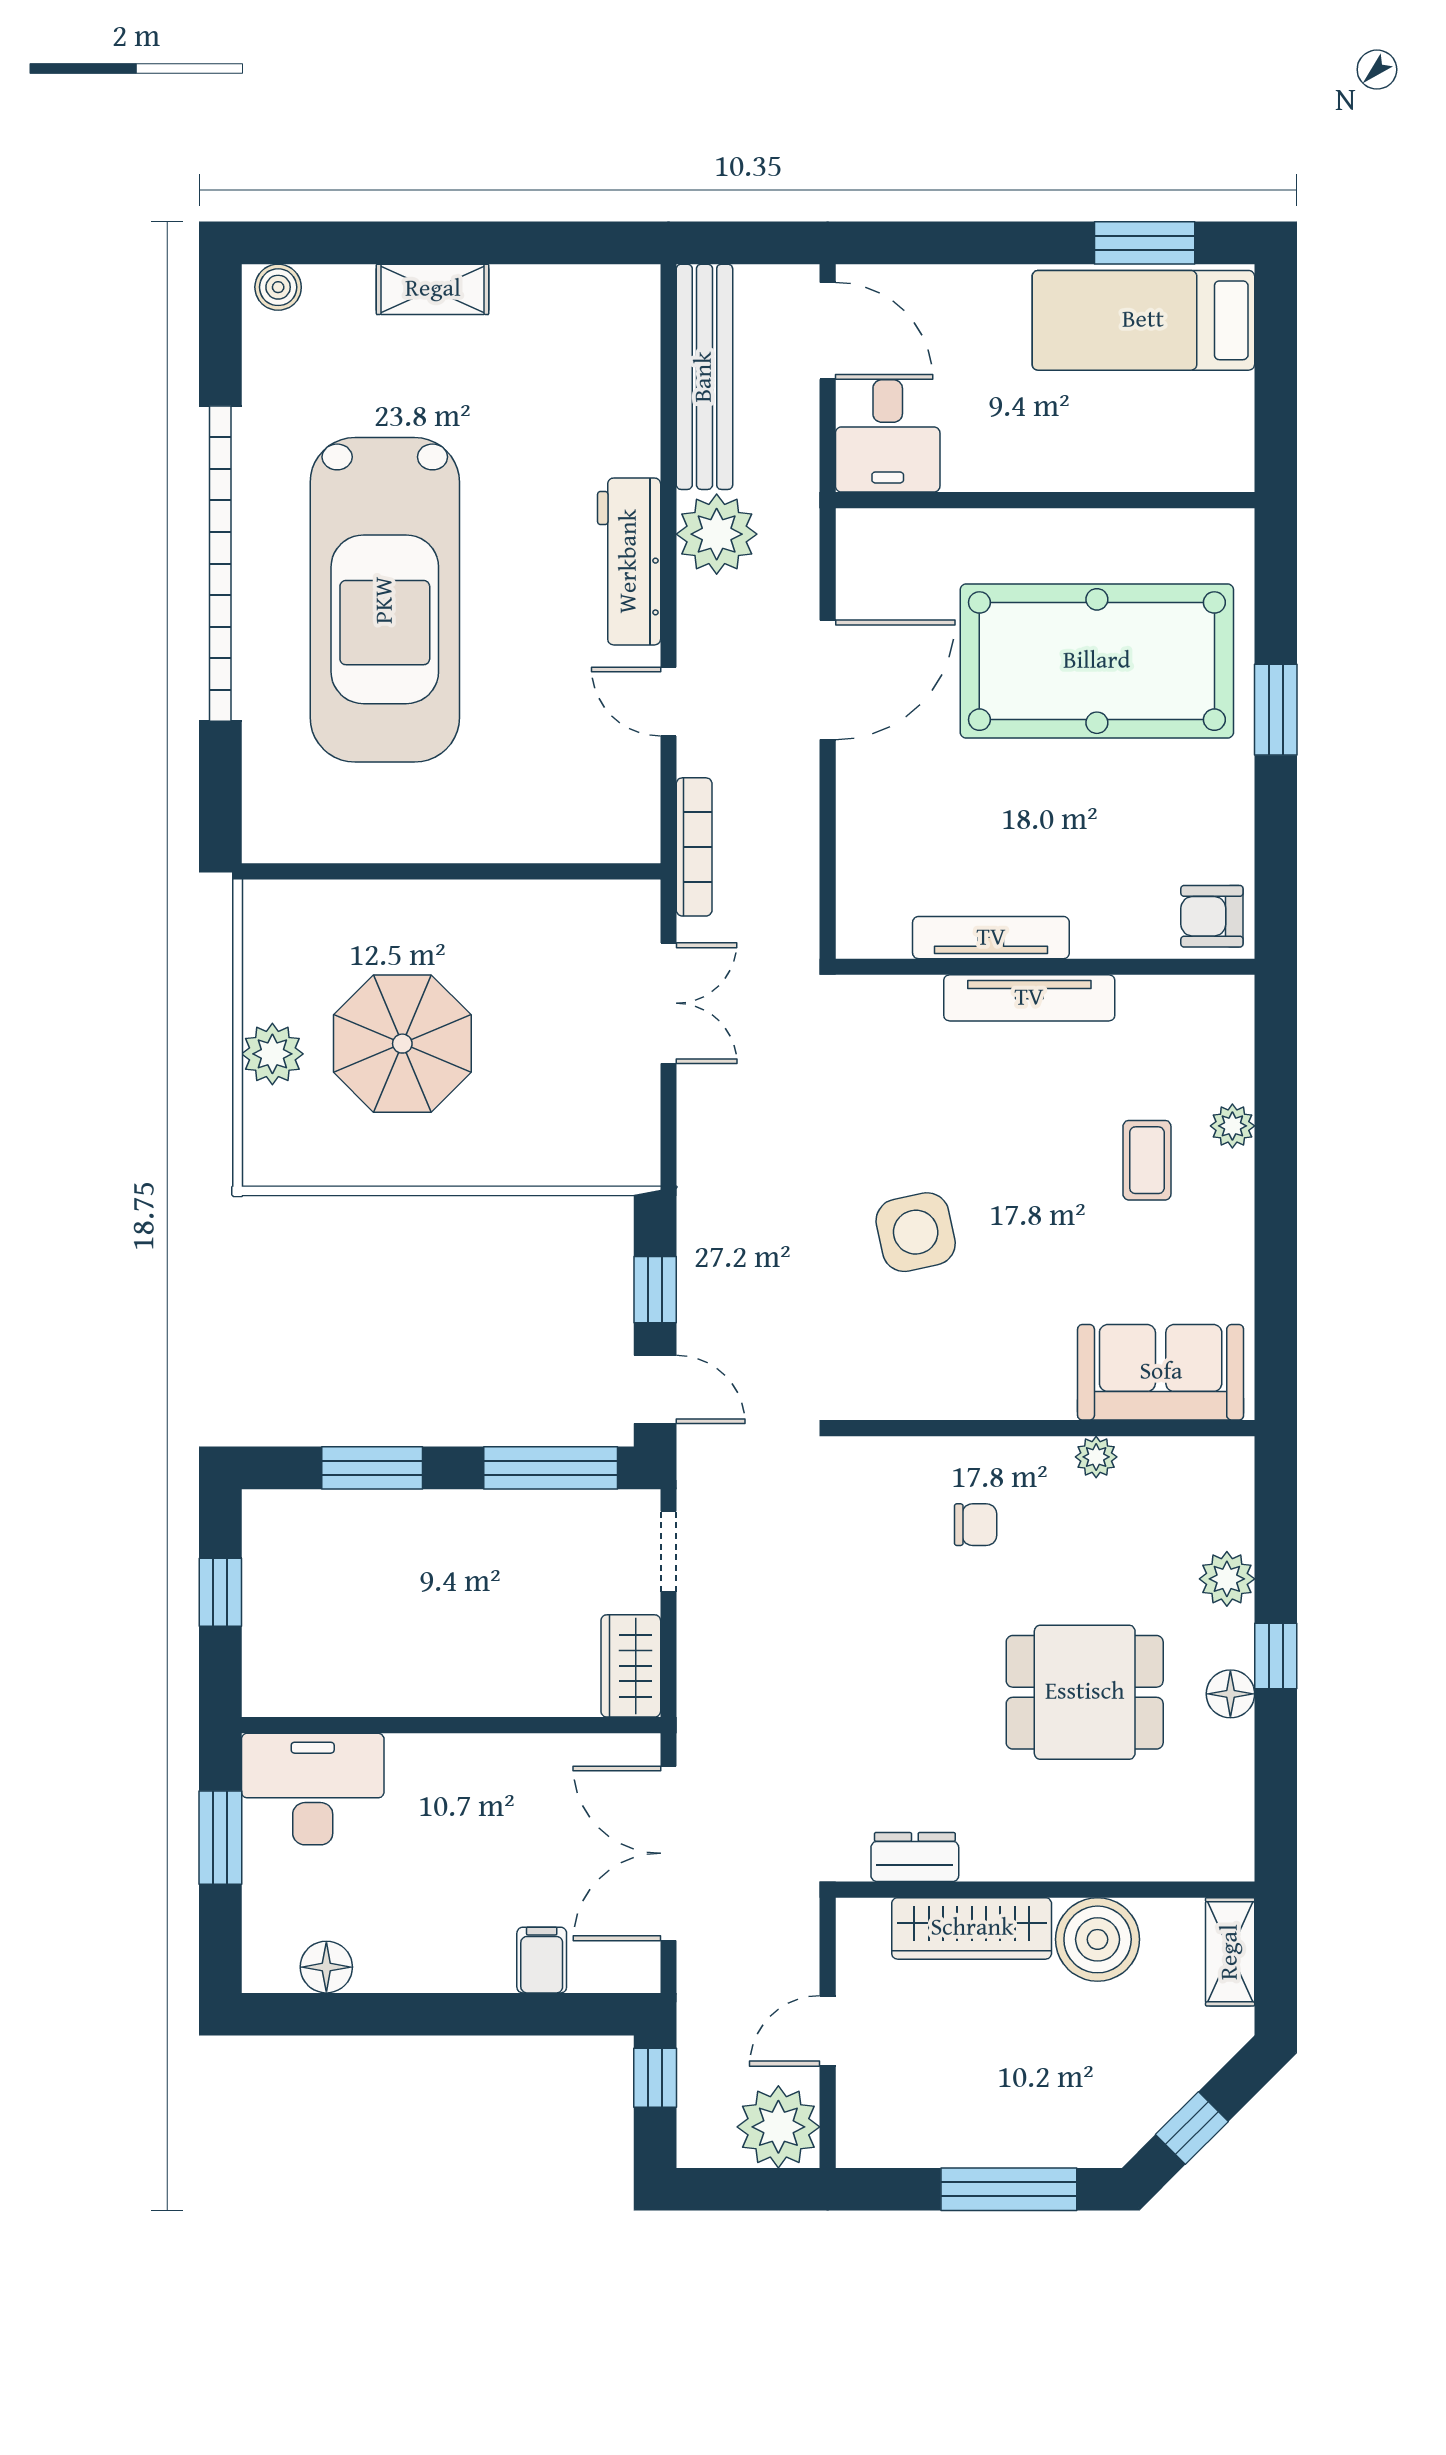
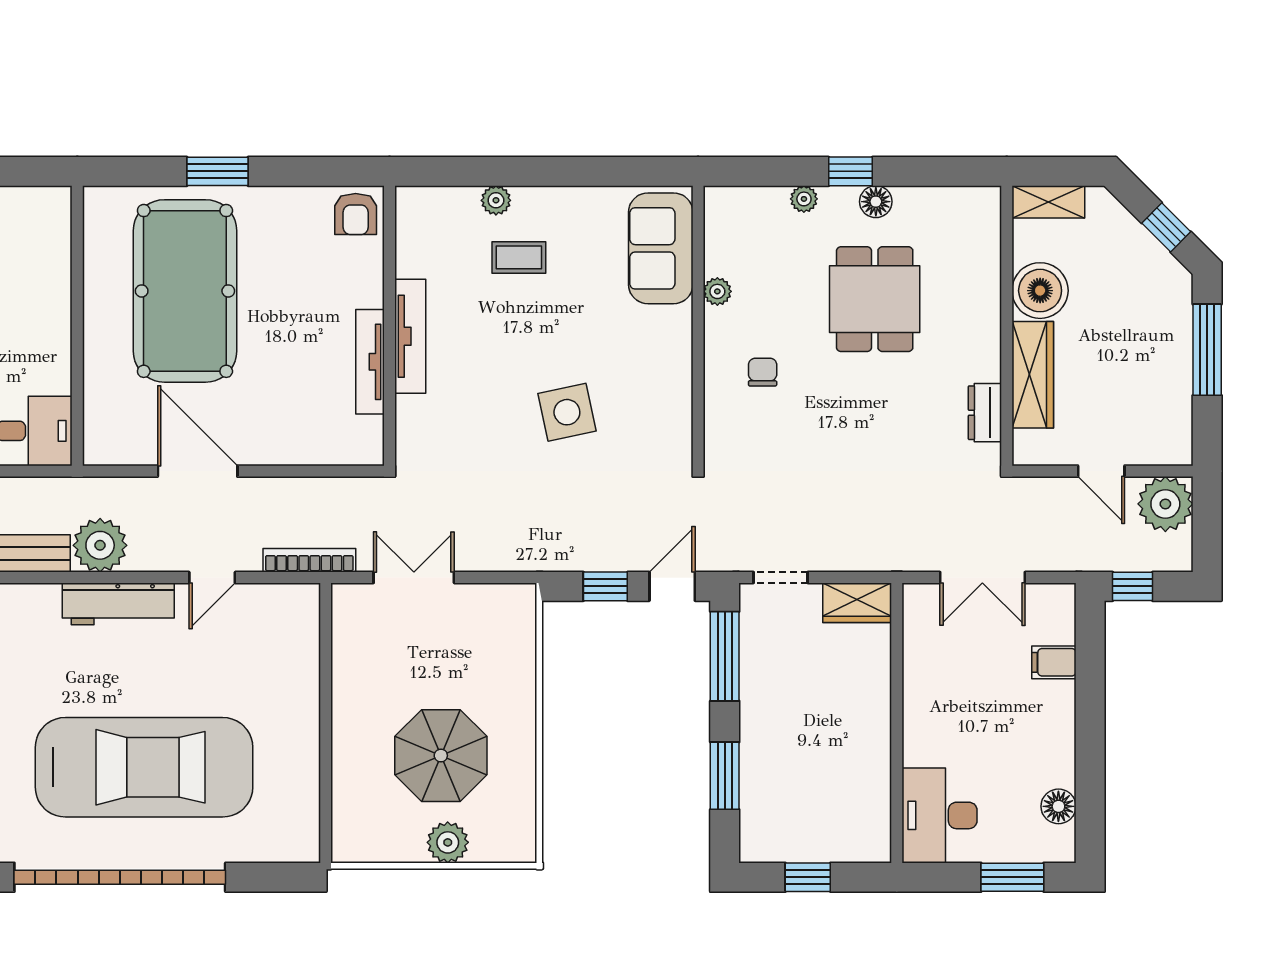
plant: (1227, 1579) -> (804, 199), width x0.73, depth x0.73
window: (220, 1838) -> (1012, 877), moved
double door: (668, 1853) -> (982, 578), width x0.73

